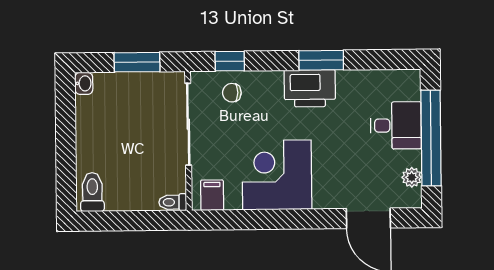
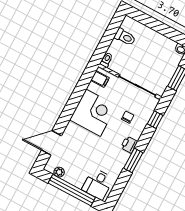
printer: (310, 88) -> (129, 145), width x0.53, depth x0.68
chair: (232, 93) -> (128, 117), moved
desk: (396, 125) -> (98, 184), moved
toilet: (92, 192) -> (125, 37), moved

